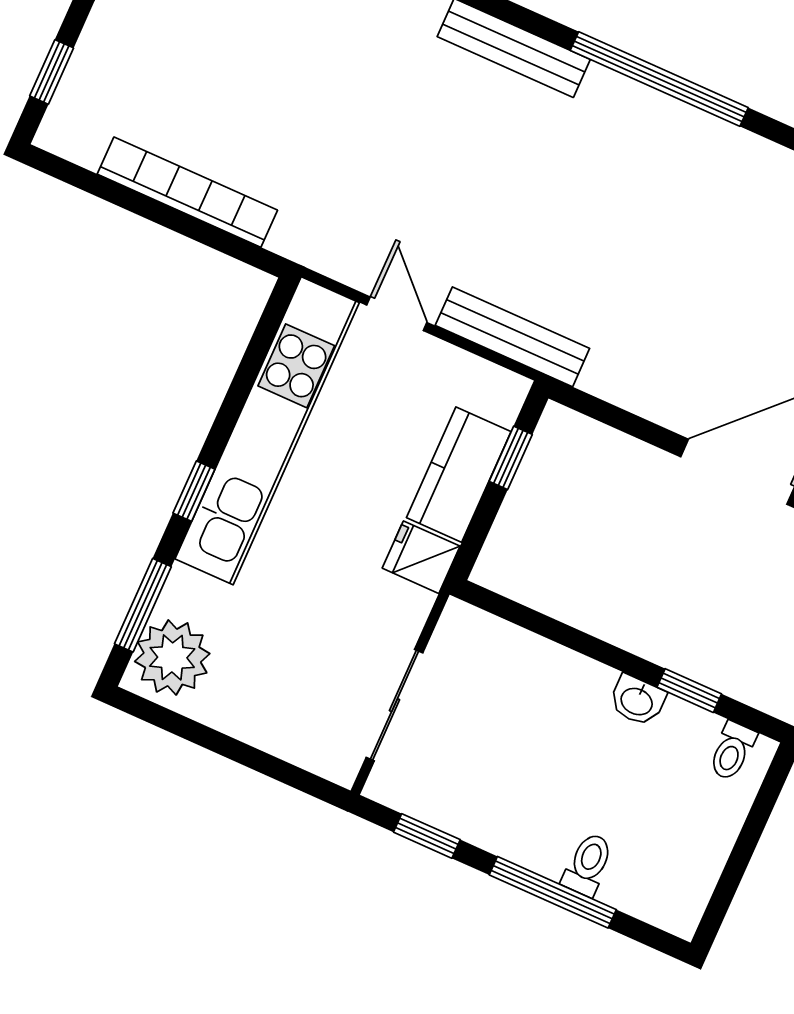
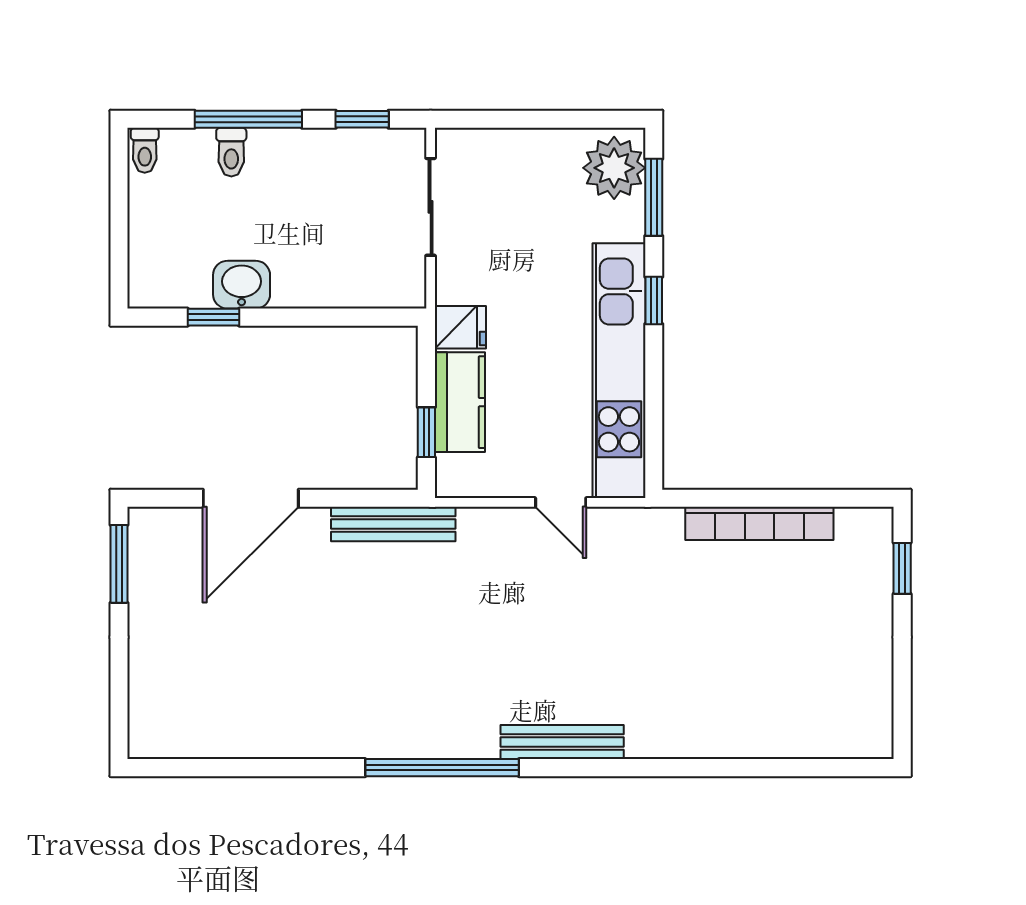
bench: (512, 337) -> (393, 524), moved
washbasin: (637, 700) -> (242, 285), width x1.38, depth x1.45
toilet: (732, 751) -> (145, 150), moved, turned 180

